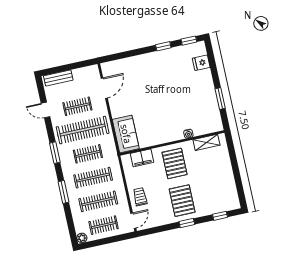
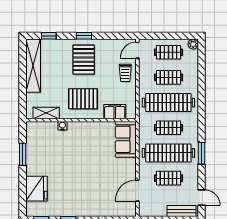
fridge: (201, 63) -> (36, 189), width x1.88, depth x1.34
door: (46, 110) -> (201, 197), moved
window: (55, 153) -> (201, 153), moved
pallet: (175, 163) -> (83, 99), turned 90
clothes rail: (93, 178) -> (168, 103), width x1.37, depth x1.31
shelving: (229, 184) -> (33, 66), added
window: (64, 192) -> (201, 95), removed
clothes rail: (98, 201) -> (168, 77), width x0.73

